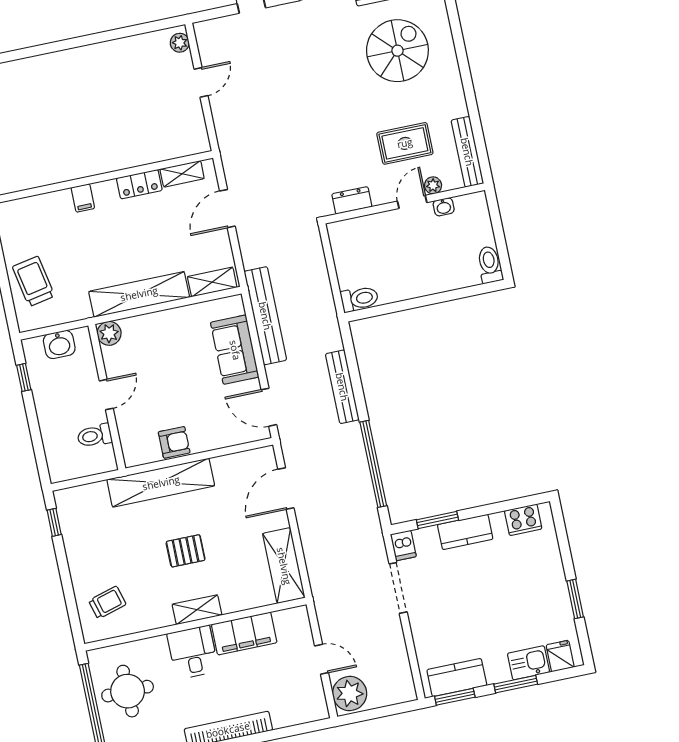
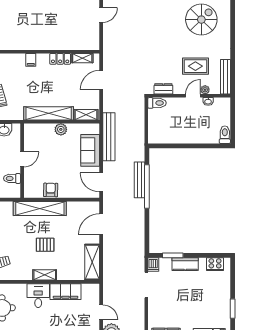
toilet: (359, 299) -> (157, 103), moved
plant: (109, 333) -> (61, 129), moved
armchair: (174, 442) -> (51, 190), turned -89
window: (373, 464) -> (147, 187), moved

